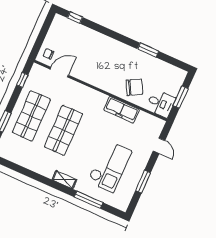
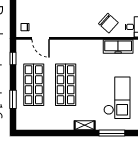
door: (59, 72) -> (41, 38), swing flipped
chair: (134, 87) -> (108, 23), turned 71
freezer: (122, 110) -> (118, 46), moved

